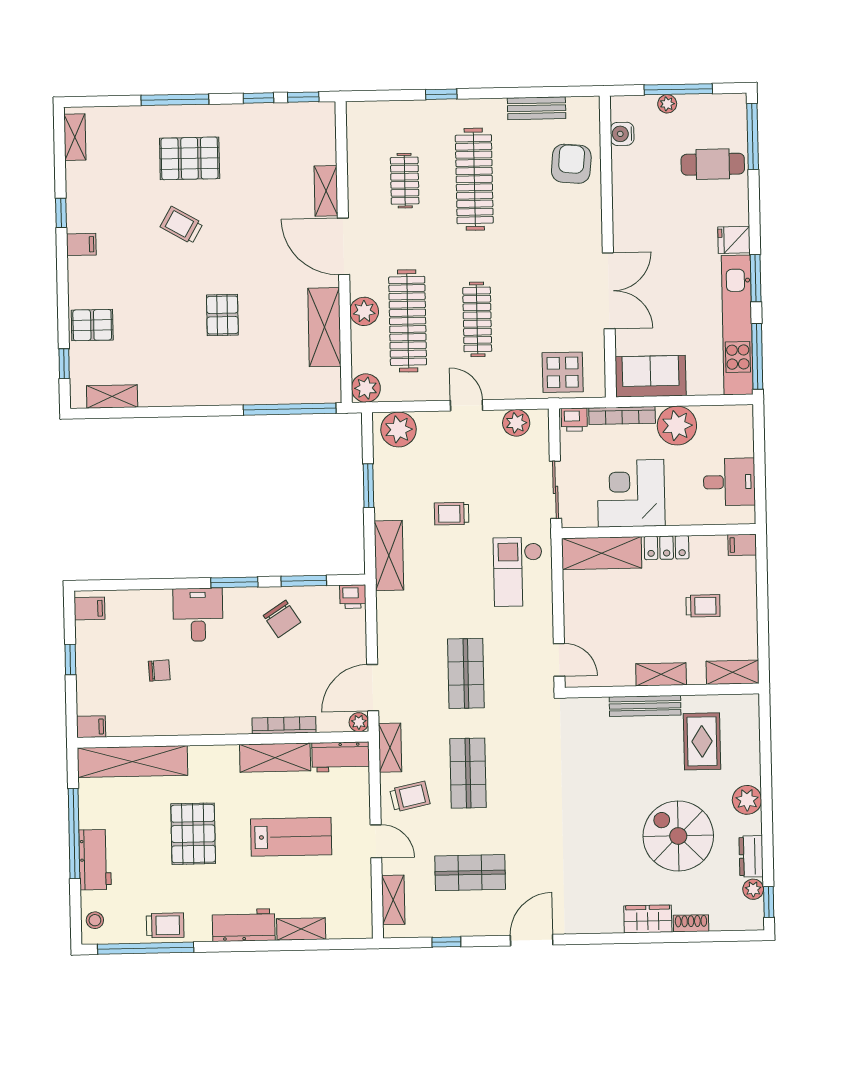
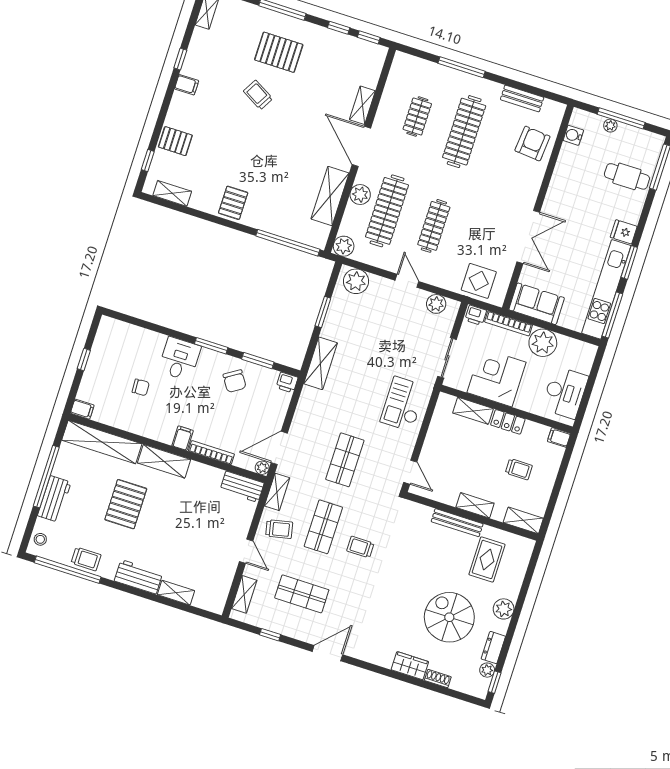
window: (441, 94) -> (462, 67), width x2.17
pallet: (222, 315) -> (233, 203), moved
desk: (729, 482) -> (565, 392), width x1.37
trolley: (452, 514) -> (360, 547), moved
shelving: (602, 553) -> (473, 411), width x0.67, depth x0.75
filing cabinet: (89, 608) -> (183, 438), moved, turned -90
shelving: (275, 758) -> (164, 461), moved
lab bench: (291, 837) -> (191, 529), removed

